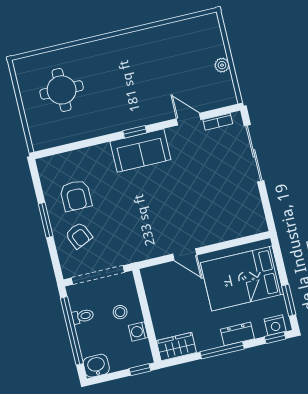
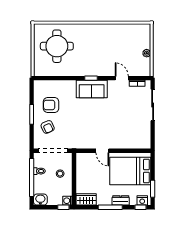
round table: (62, 90) -> (57, 46), width x1.36, depth x1.36
armchair: (76, 196) -> (51, 105), turned 90
washing machine: (138, 331) -> (67, 201), moved

